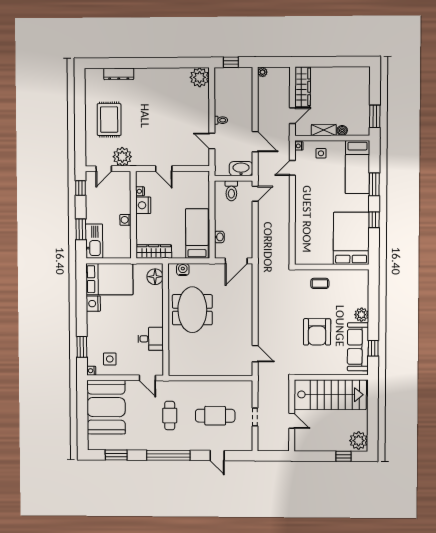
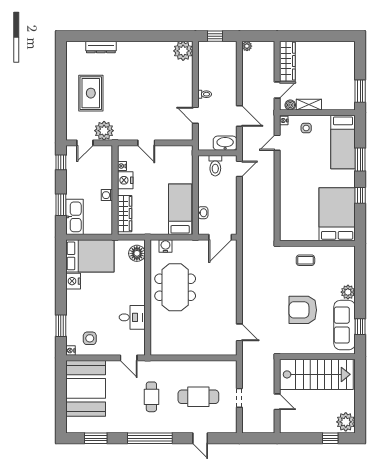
boiler: (342, 130) -> (290, 105), moved
wardrobe: (154, 252) -> (125, 214), moved, turned 90
armchair: (317, 332) -> (303, 310), turned 90

